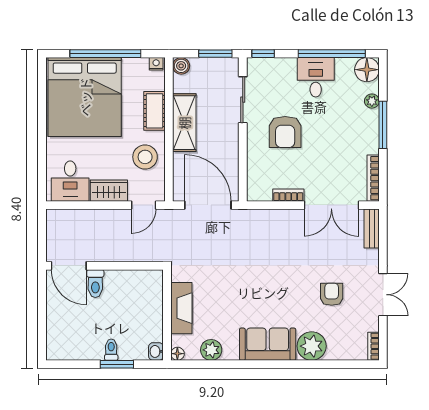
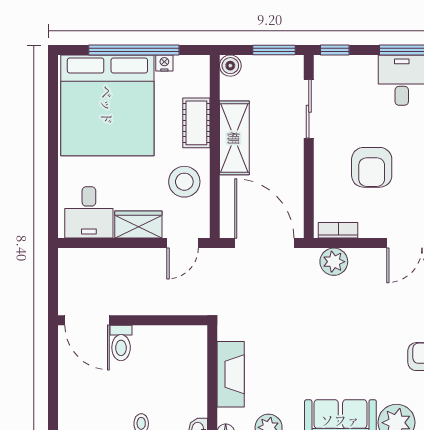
nightstand: (156, 64) -> (164, 63), moved
armchair: (285, 132) -> (372, 167), moved
bookcase: (288, 195) -> (338, 230), moved
plant: (262, 220) -> (334, 262), added

